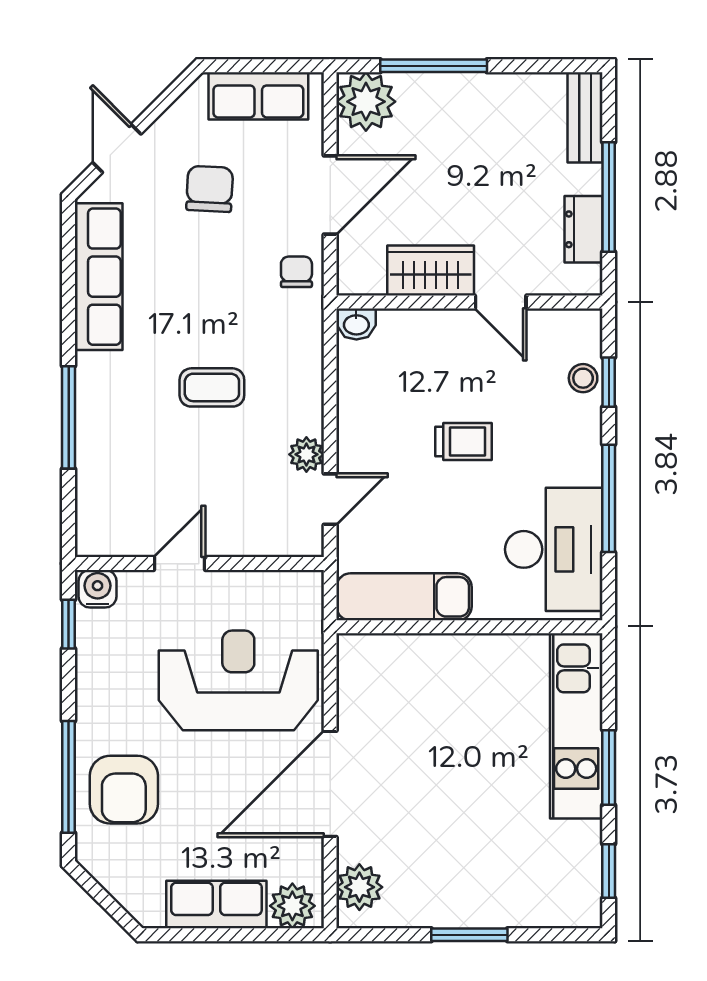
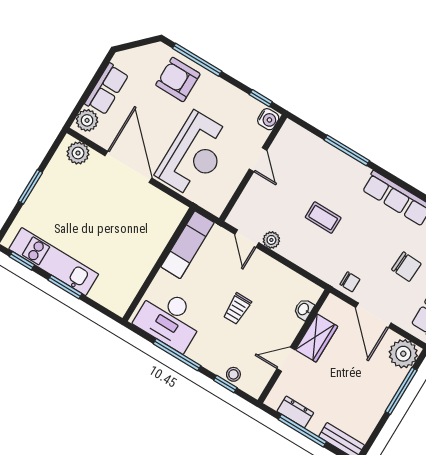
washbasin: (356, 324) -> (304, 309), moved
coffee table: (212, 387) -> (323, 218), turned 90
kitchen unit: (576, 726) -> (54, 262), moved

